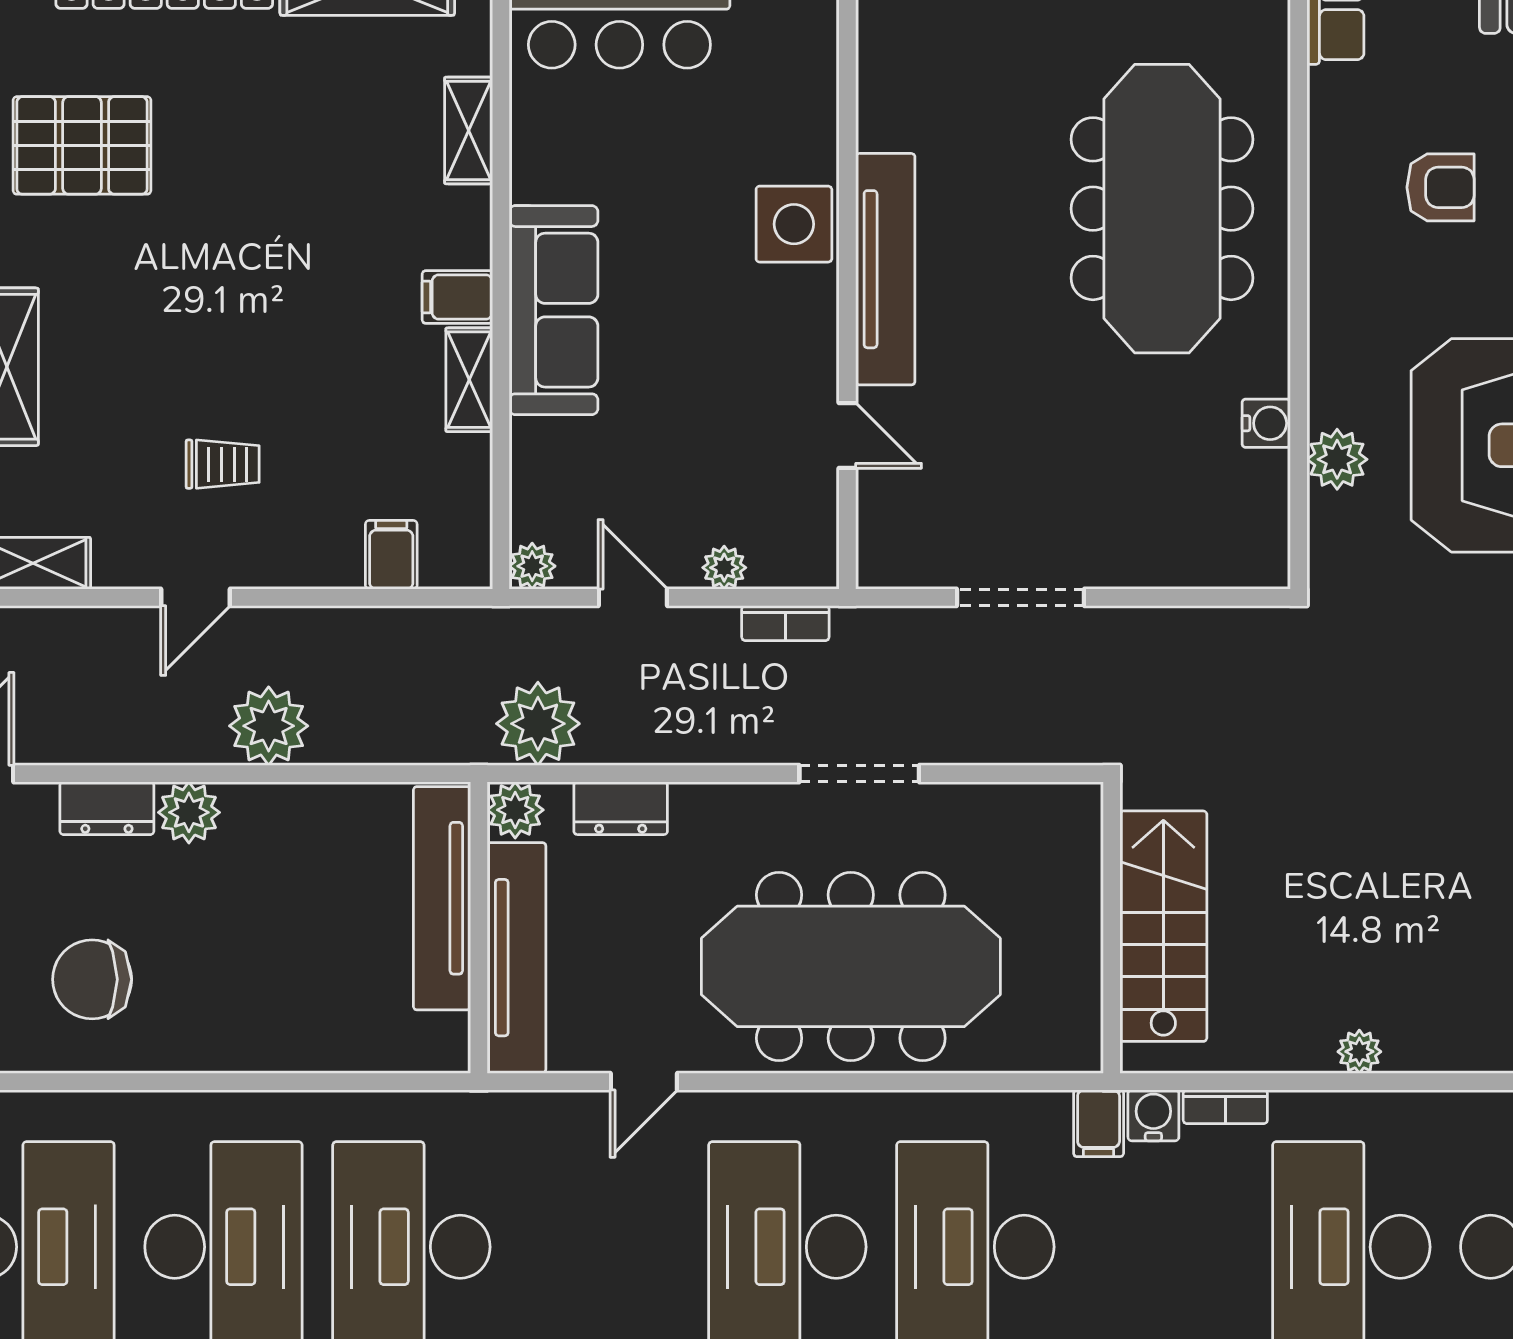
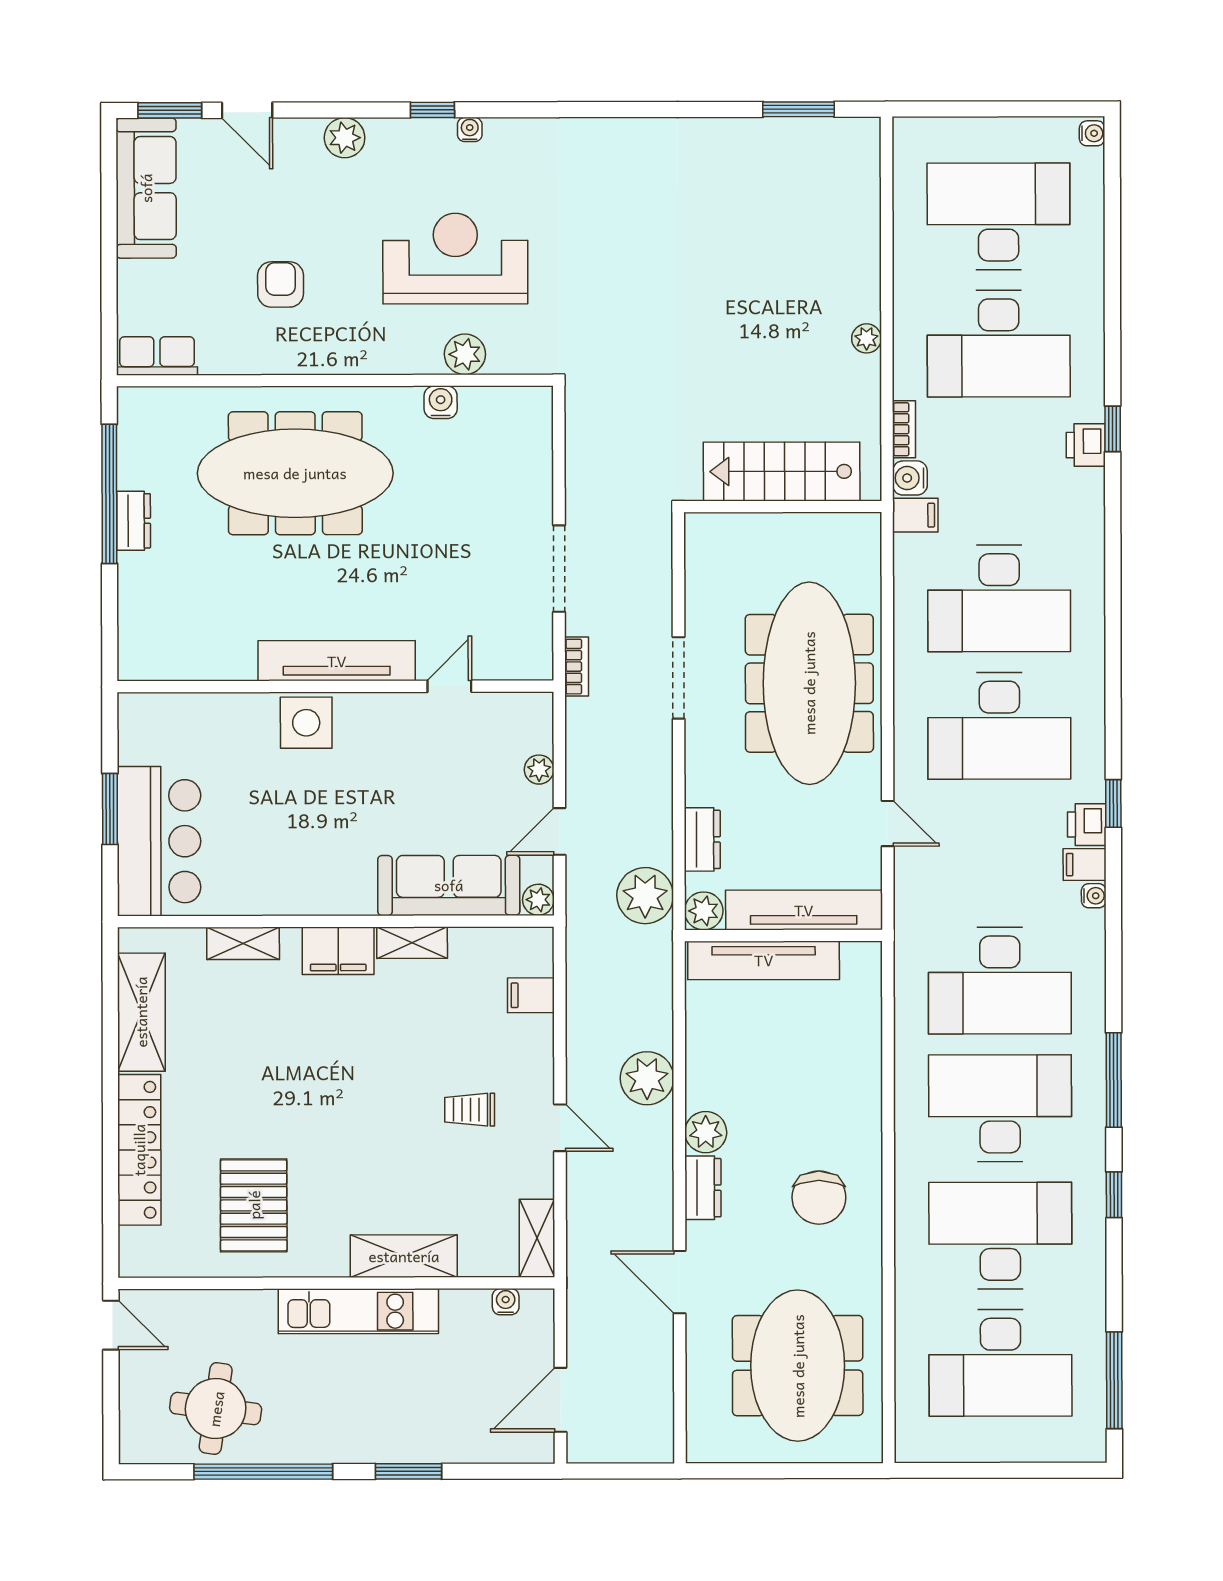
filing cabinet: (457, 297) -> (338, 951), width x2.00
sofa: (553, 310) -> (449, 885), moved
trolley: (223, 464) -> (470, 1110), turned -90
bookcase: (785, 623) -> (577, 667), moved

